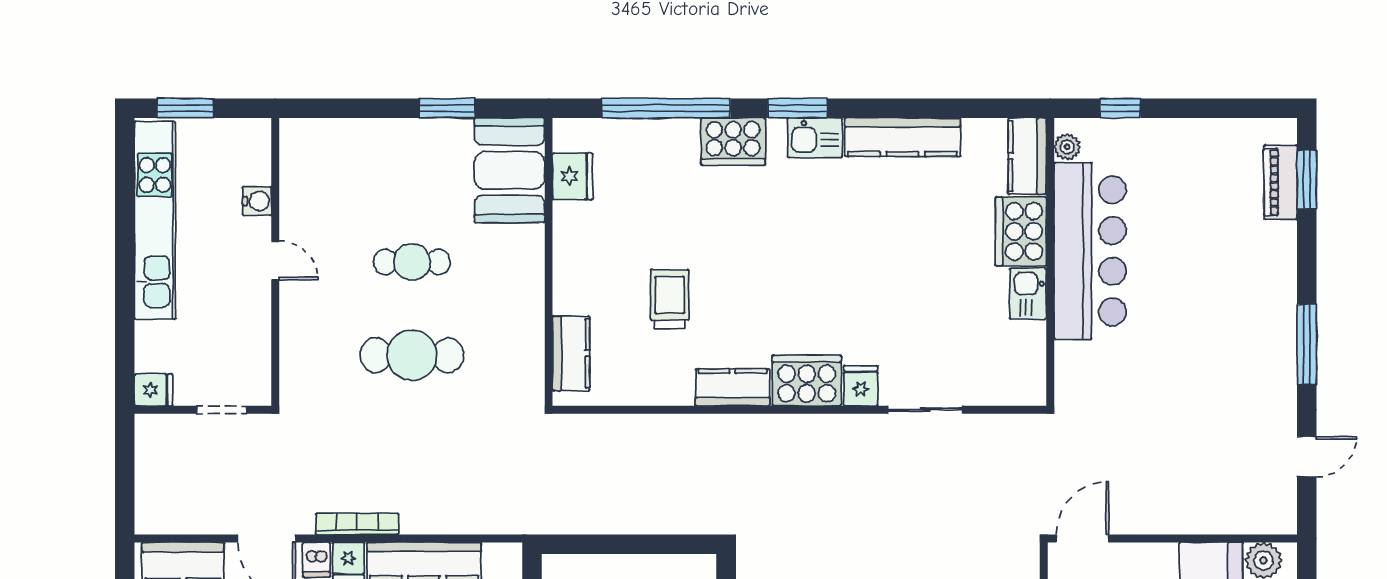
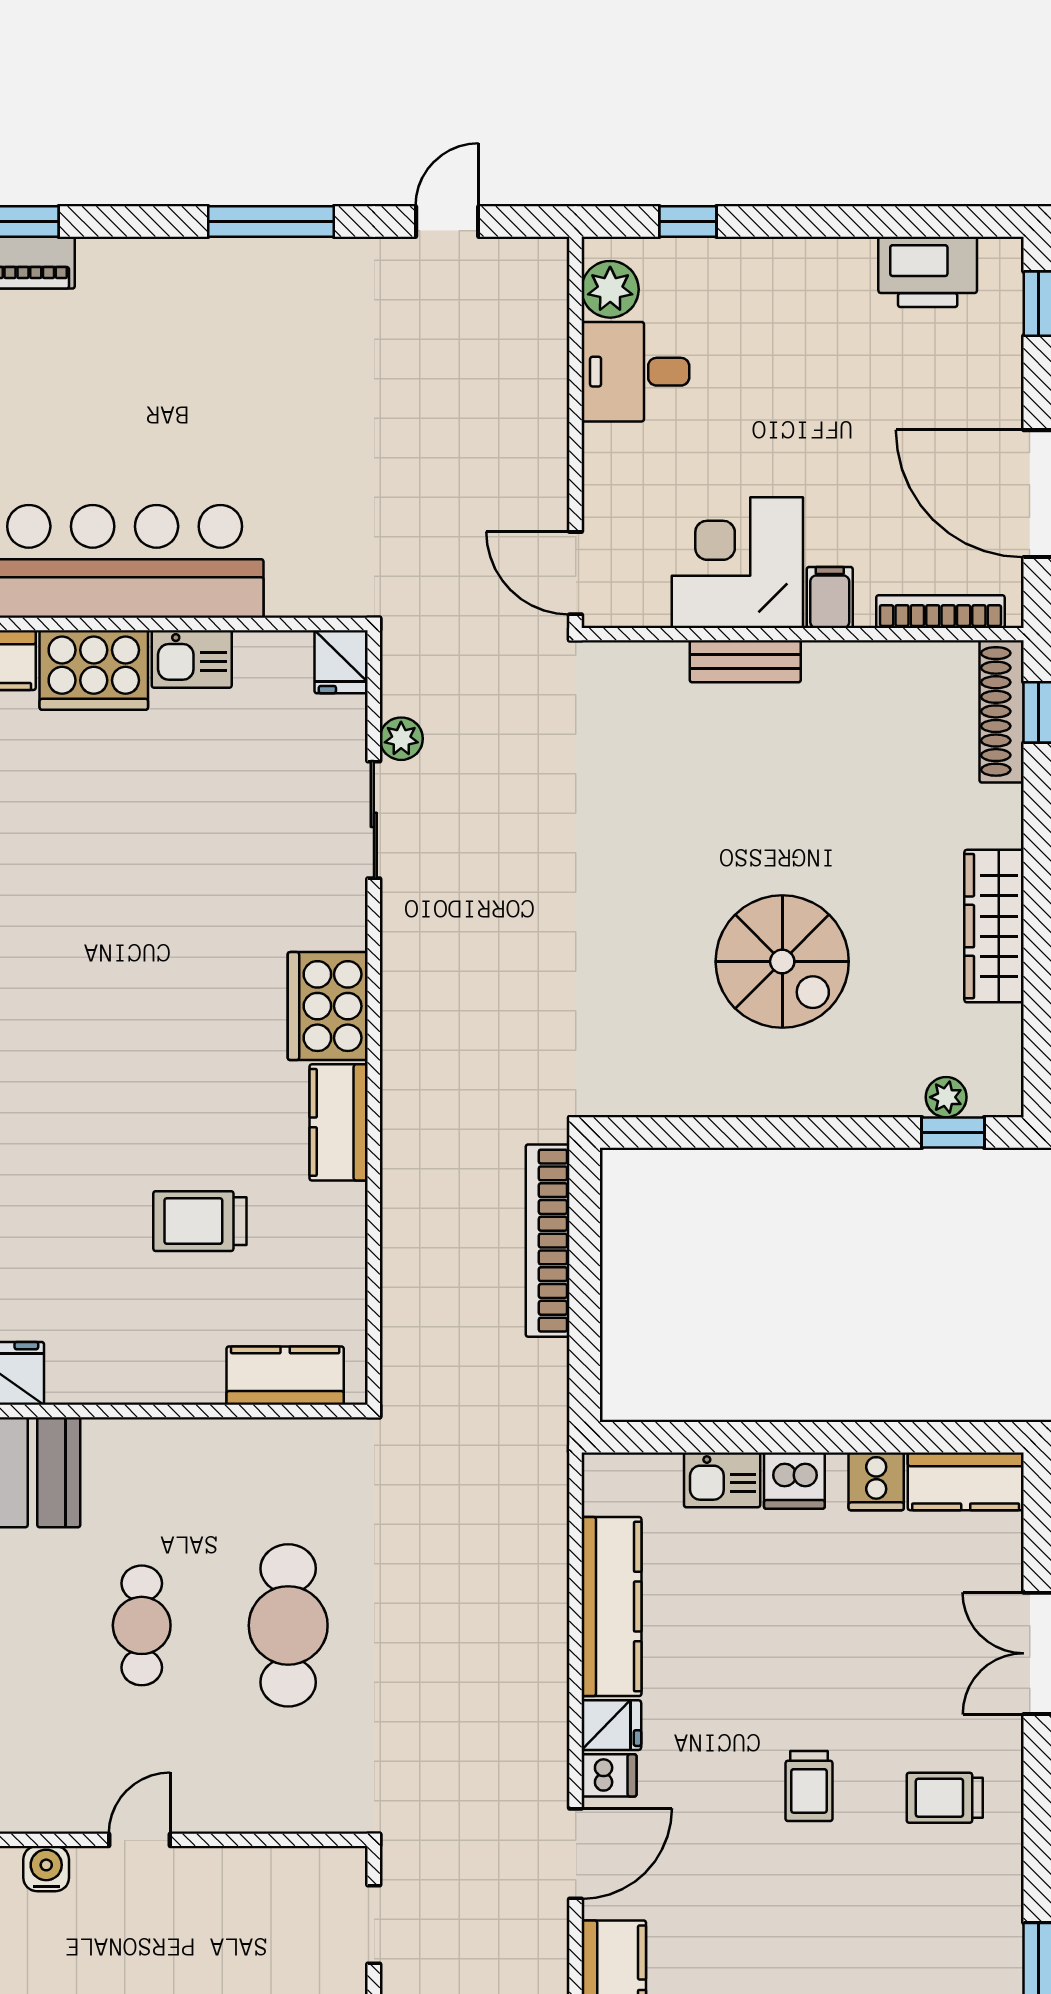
fridge: (861, 386) -> (341, 662), moved, turned -90
plant: (977, 427) -> (401, 739), added
door: (1307, 457) -> (447, 221), hinge flipped
bookcase: (357, 524) -> (548, 1241), moved, width x1.48, depth x1.31

